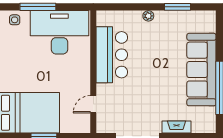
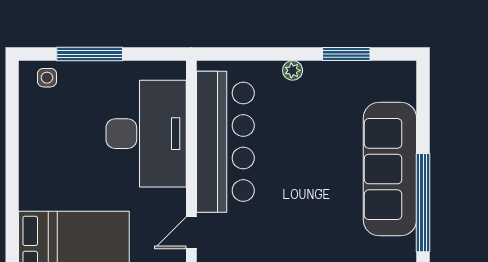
desk: (59, 32) -> (146, 134), moved, turned 90
bar counter: (112, 55) -> (225, 142), width x1.36

